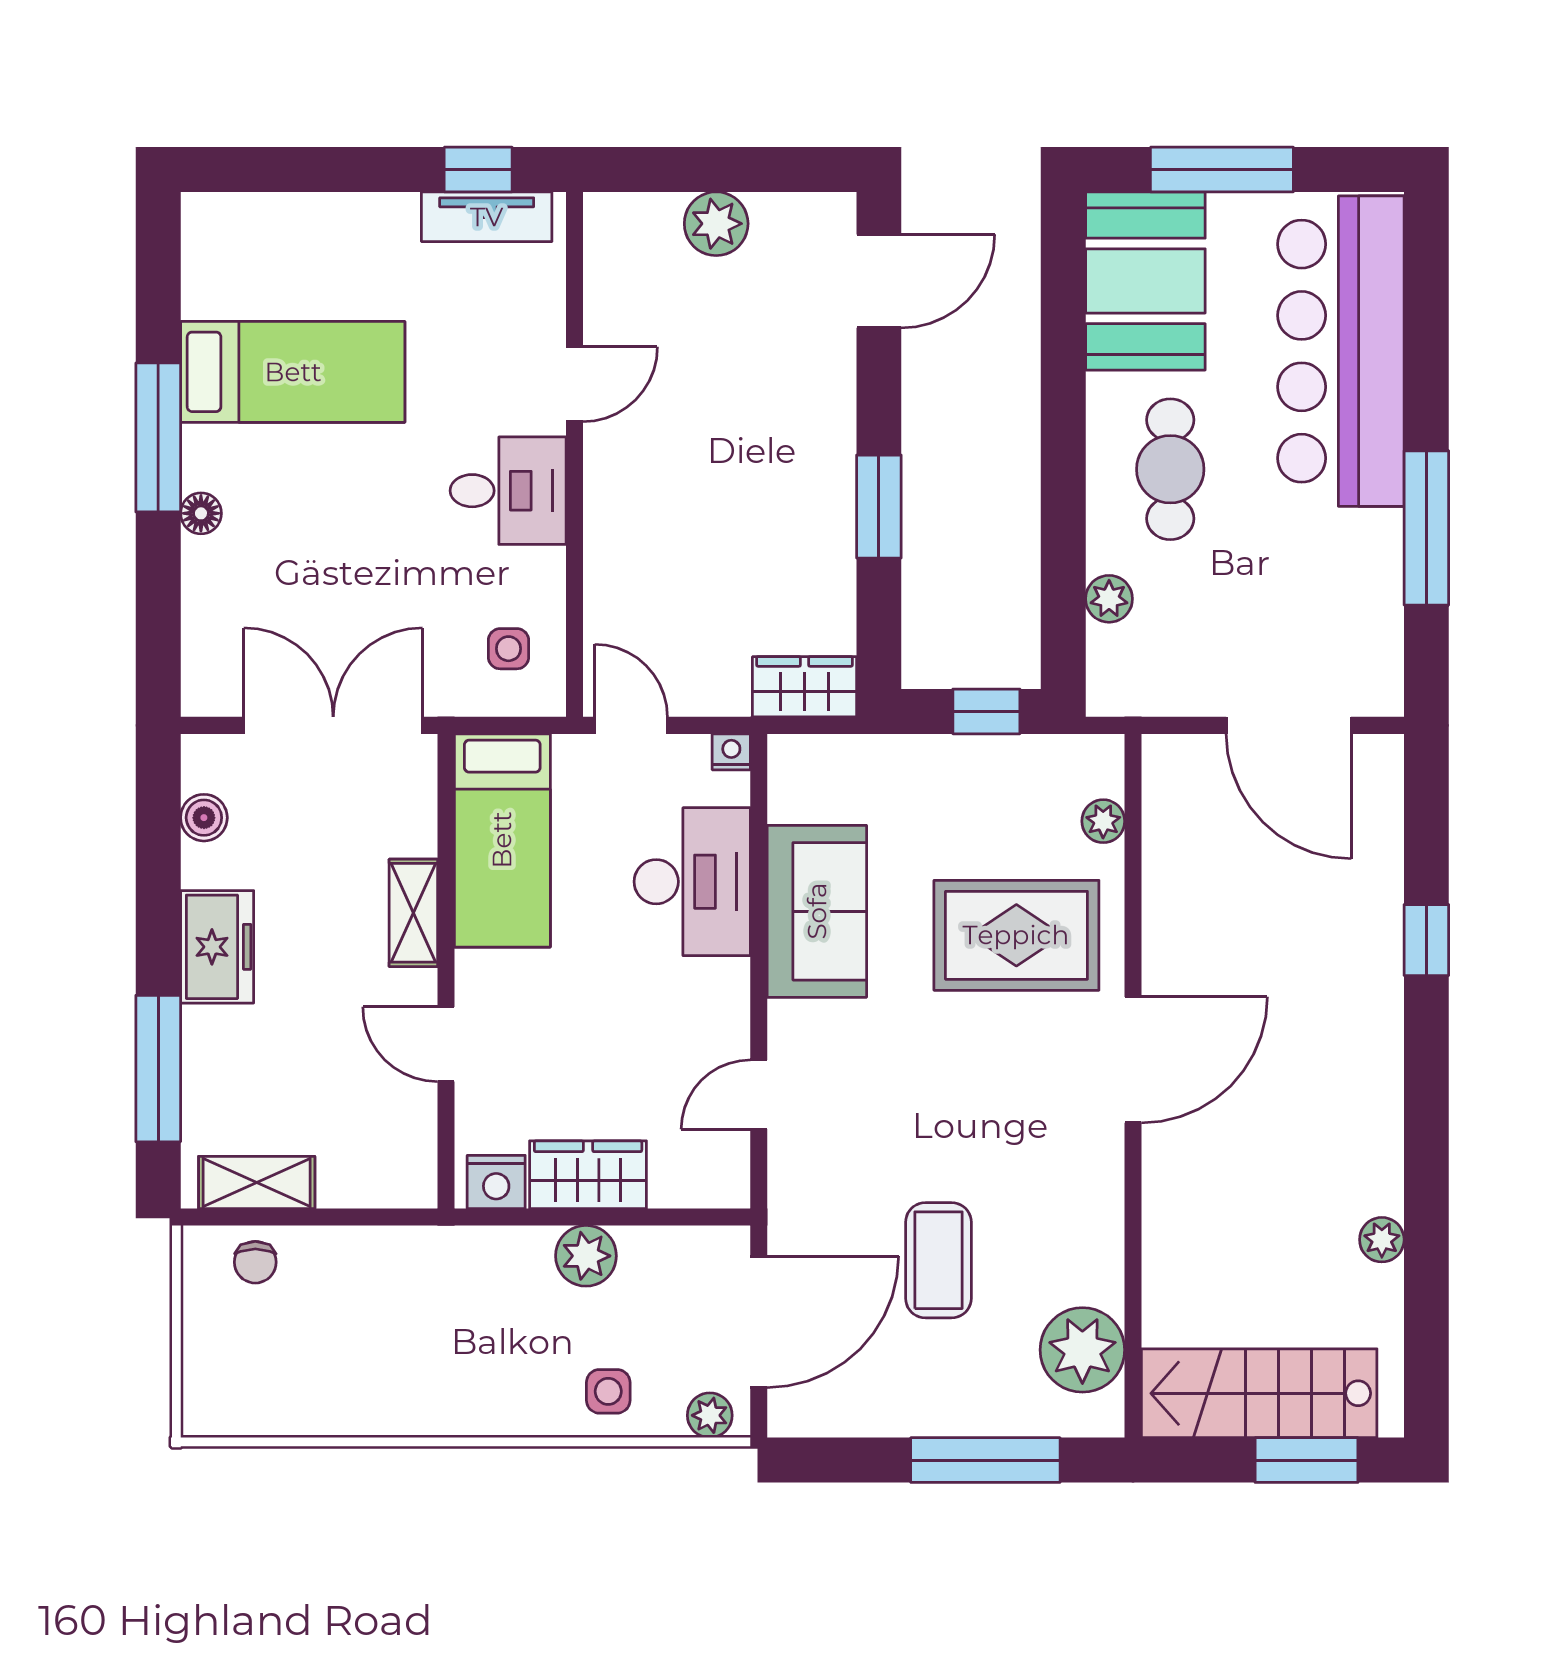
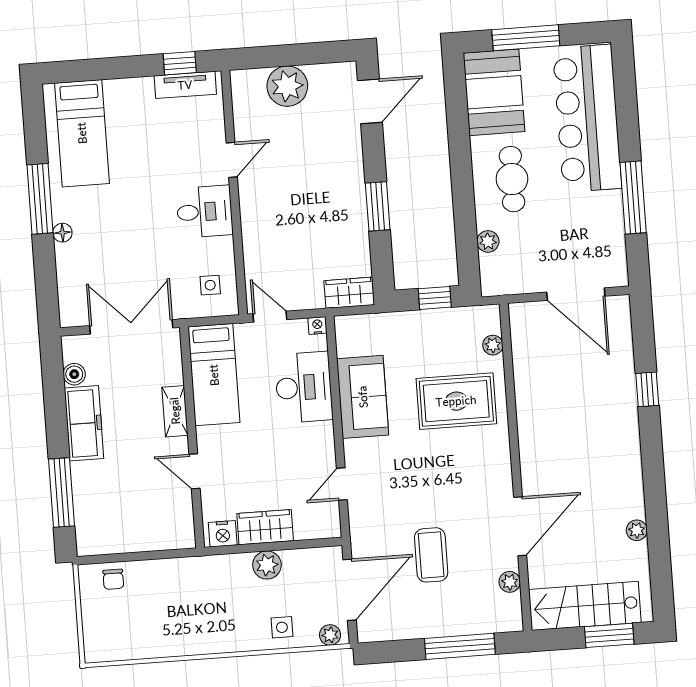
plant: (716, 224) -> (287, 86), width x1.36, depth x1.36
bed: (293, 372) -> (82, 133), moved, turned 90
freezer: (217, 947) -> (84, 423), width x1.40
door: (1133, 1060) -> (520, 526), moved
shelving: (257, 1182) -> (111, 542), removed
plant: (1082, 1350) -> (510, 582), width x0.53, depth x0.53

